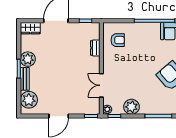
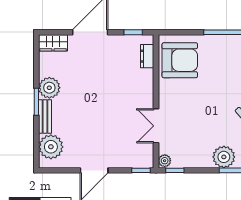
armchair: (118, 40) -> (180, 60), width x1.88, depth x1.88
dresser: (95, 48) -> (147, 56), moved
plant: (131, 107) -> (224, 157), moved

